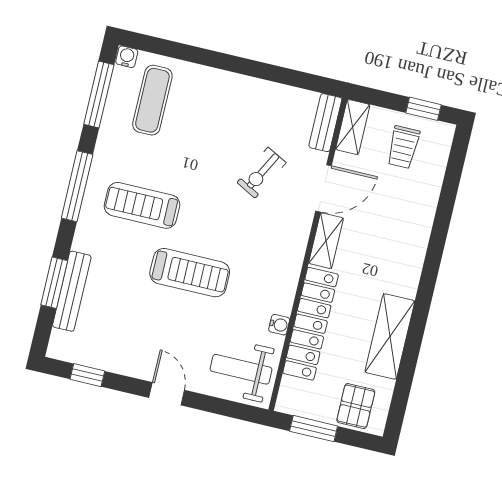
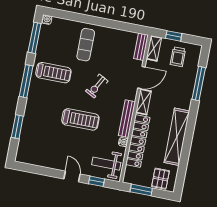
exercise mat: (152, 100) -> (86, 45), moved
window: (424, 109) -> (174, 36), moved
exercise bike: (262, 173) -> (97, 86), moved
treadmill: (142, 205) -> (53, 73), moved, turned 180
window: (446, 206) -> (199, 83), added
bench: (72, 291) -> (127, 119), moved
shelving: (390, 336) -> (177, 137), width x1.47
window: (87, 375) -> (96, 181), moved

